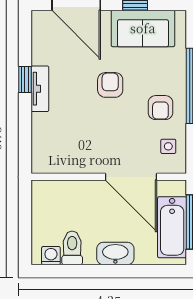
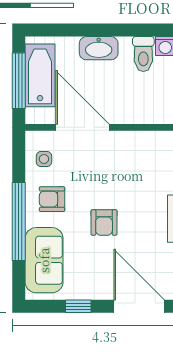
sofa: (143, 28) -> (44, 260), moved, turned 90
armchair: (160, 108) -> (52, 199), turned -90

